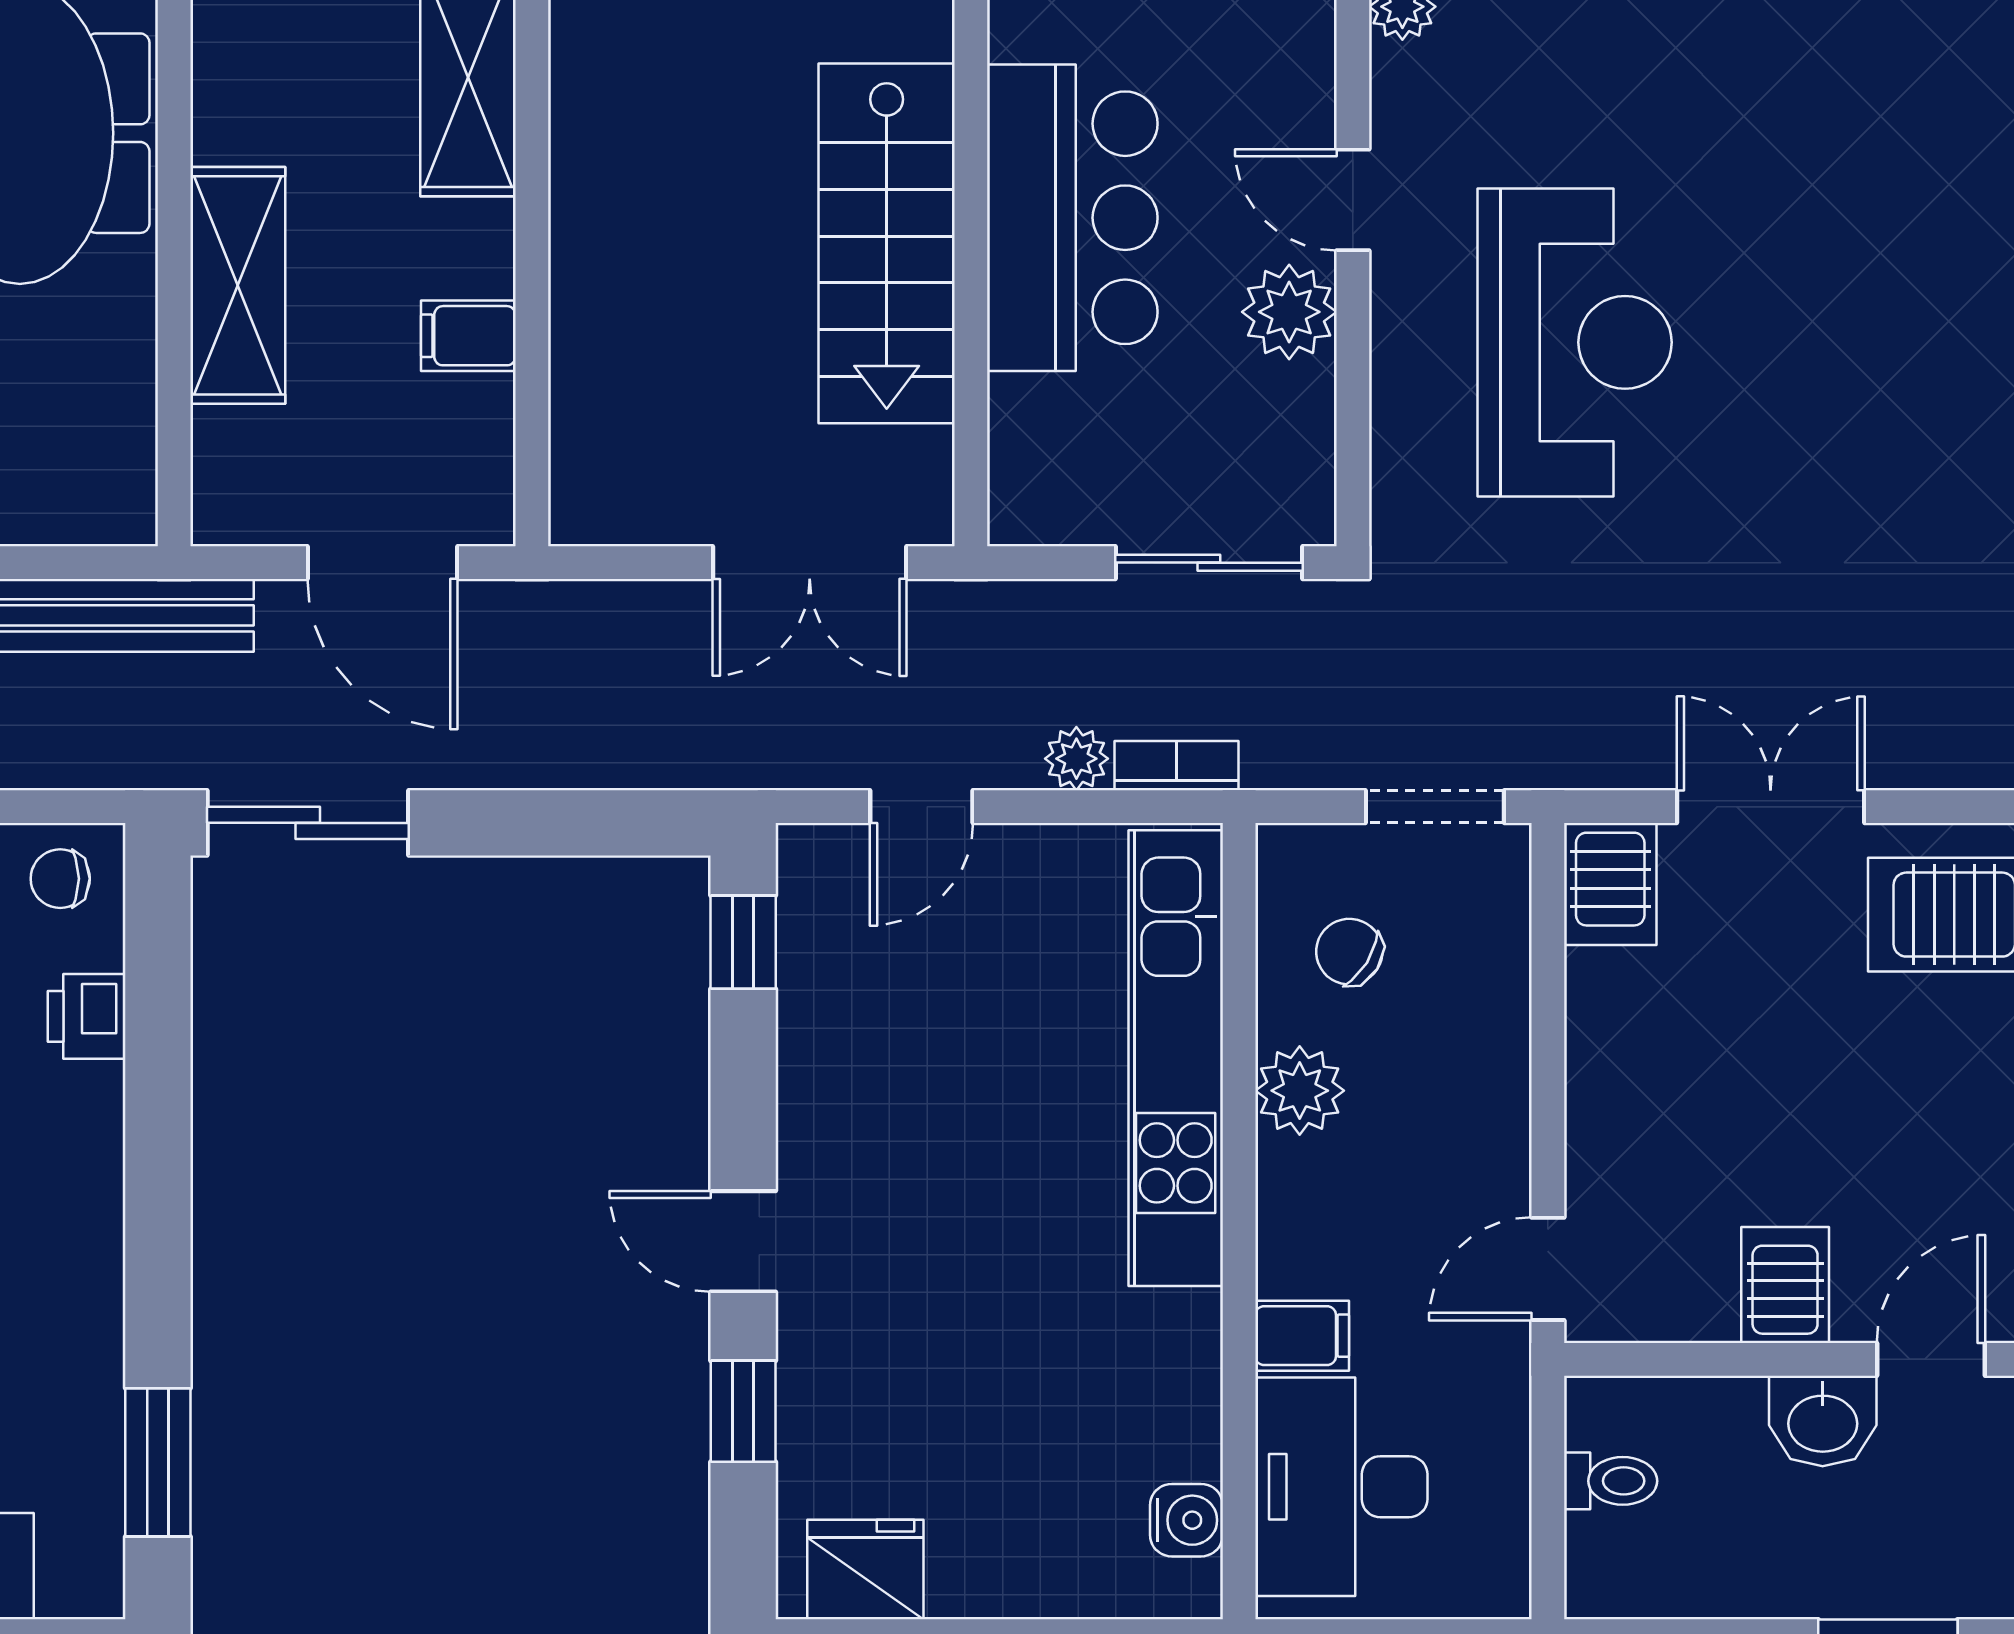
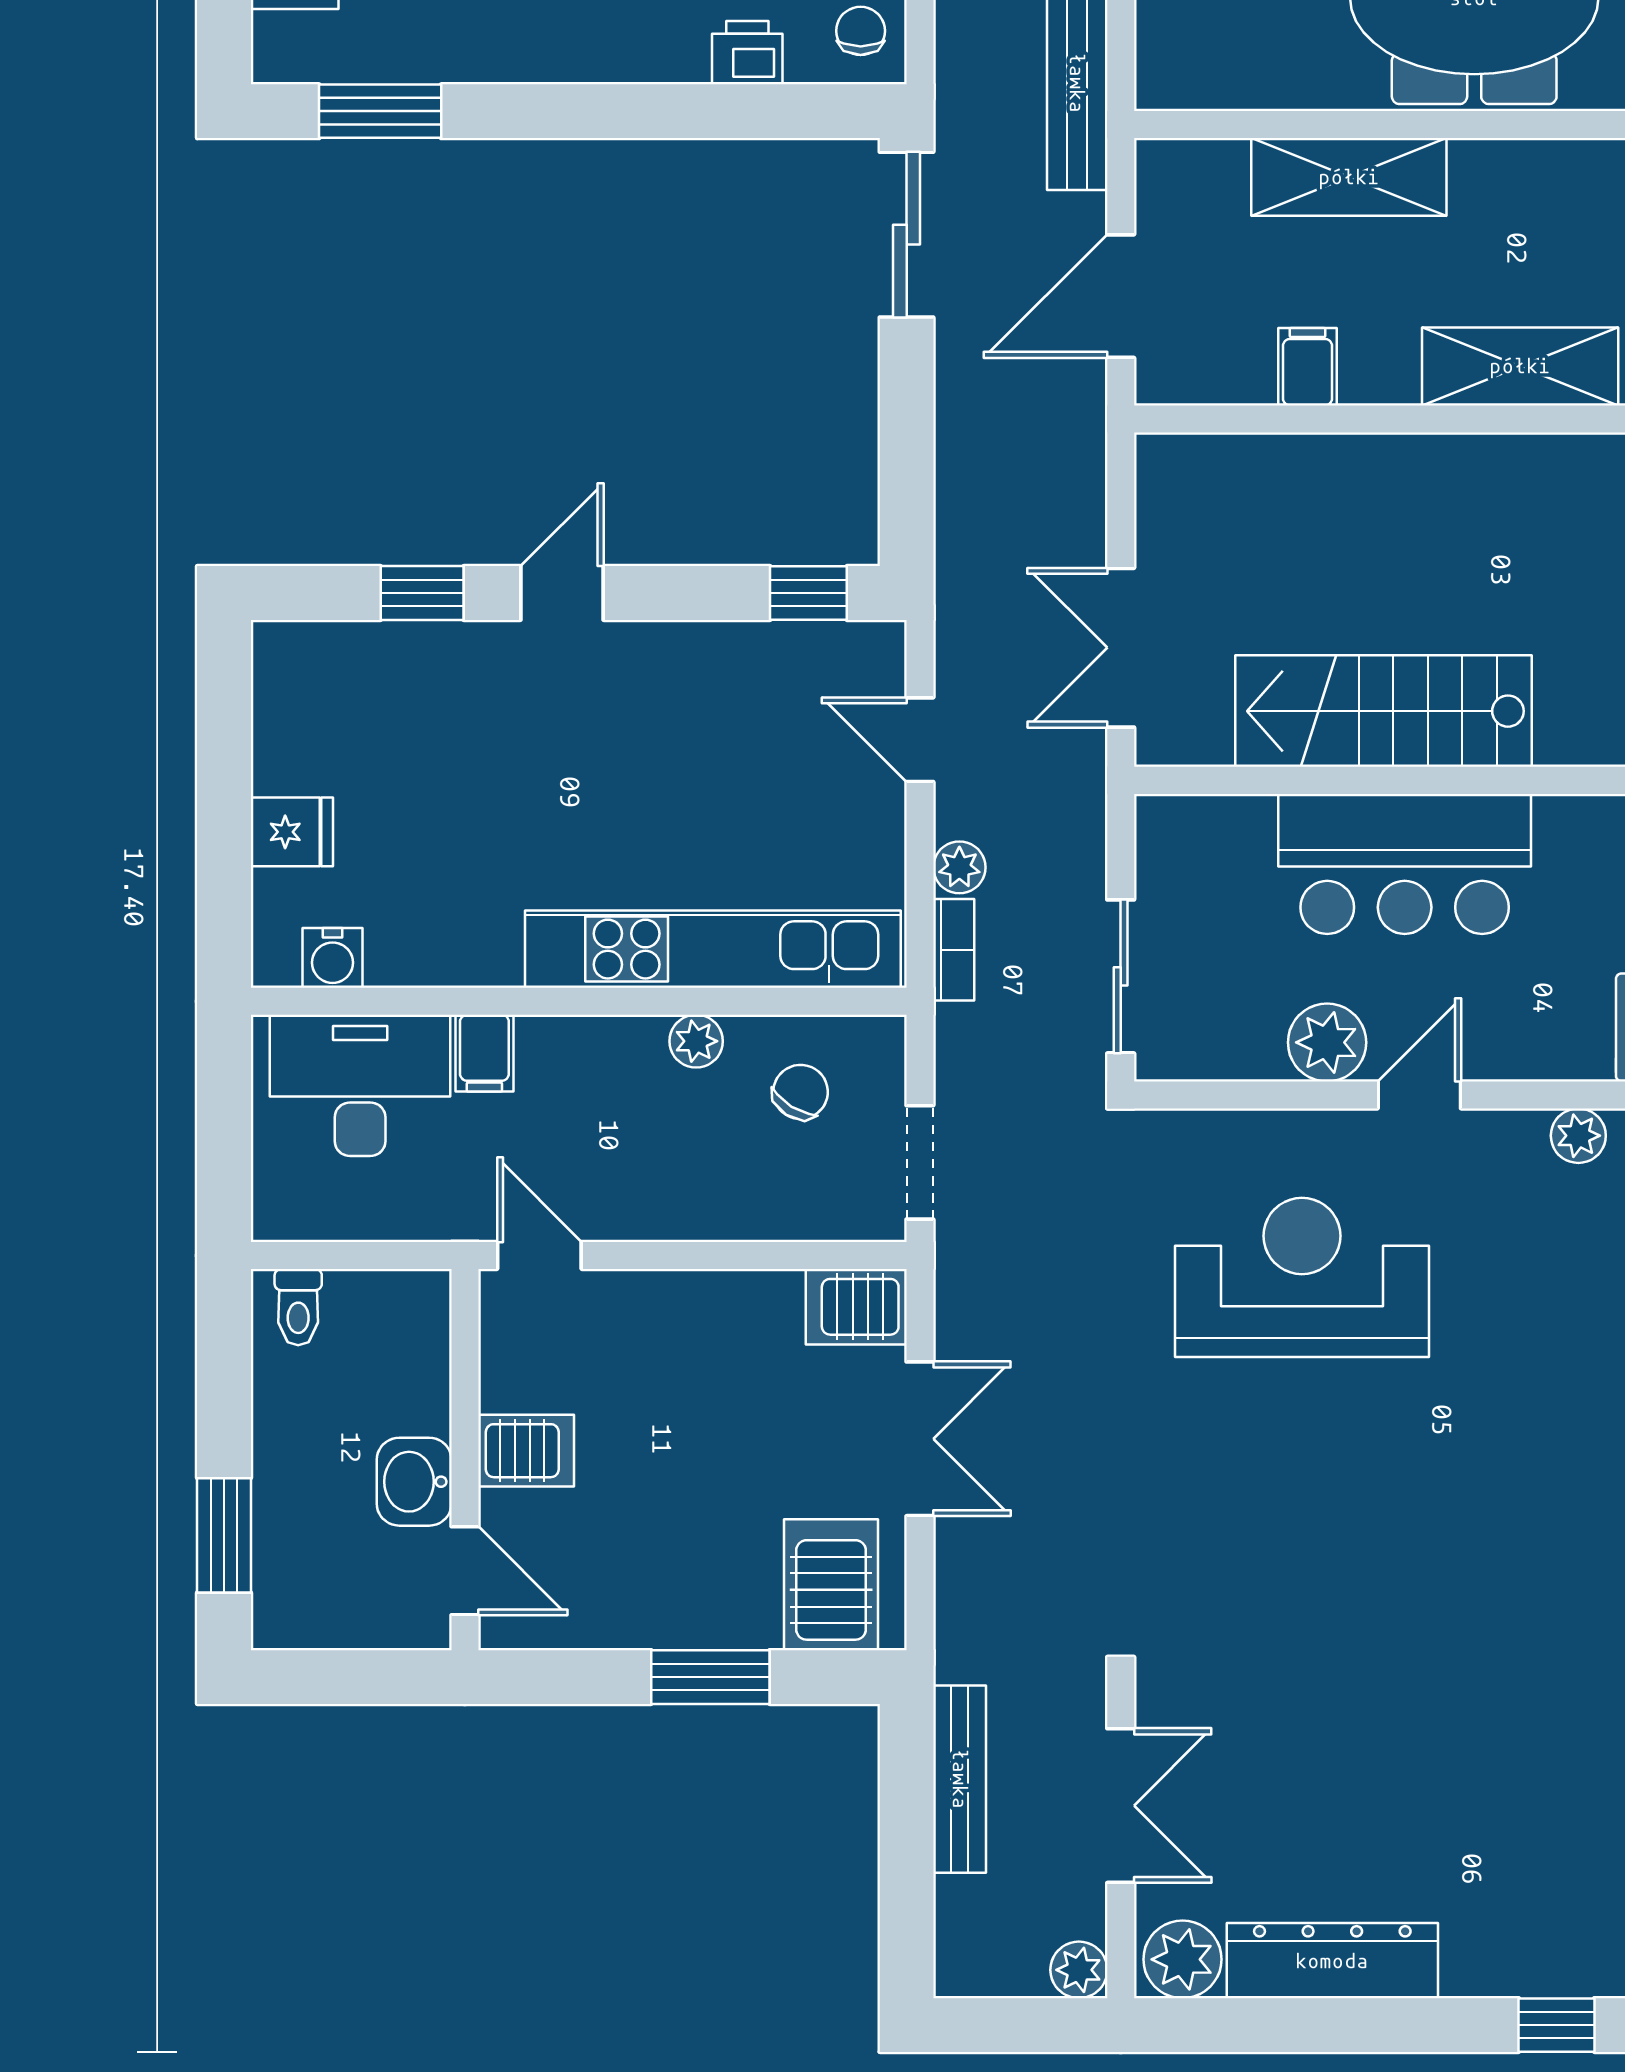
reception desk: (1575, 342) -> (1302, 1277), turned 180
plant: (1300, 1091) -> (696, 1041), width x0.73, depth x0.73
toilet: (1611, 1481) -> (298, 1307), moved
fridge: (865, 1570) -> (292, 832), moved, width x0.72

